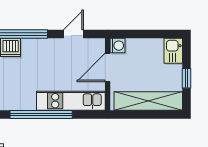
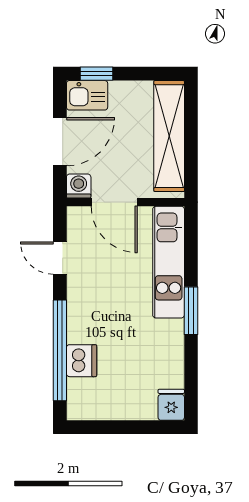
door: (145, 34) -> (60, 142), added
window: (186, 78) -> (97, 74), moved
window: (41, 114) -> (191, 311), width x0.47

